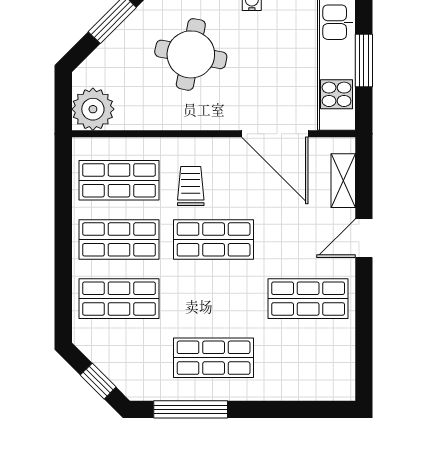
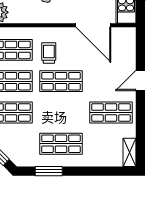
shelving: (343, 181) -> (130, 152), moved
window: (191, 409) -> (49, 171), width x0.69

